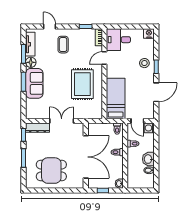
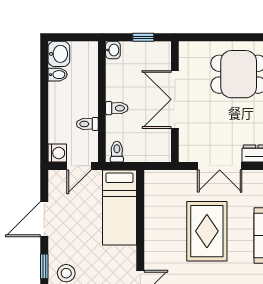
rug: (82, 84) -> (207, 231), moved
door: (137, 121) -> (79, 166), swing flipped
double door: (86, 157) -> (175, 99), width x0.73
washbasin: (148, 159) -> (59, 54), moved

